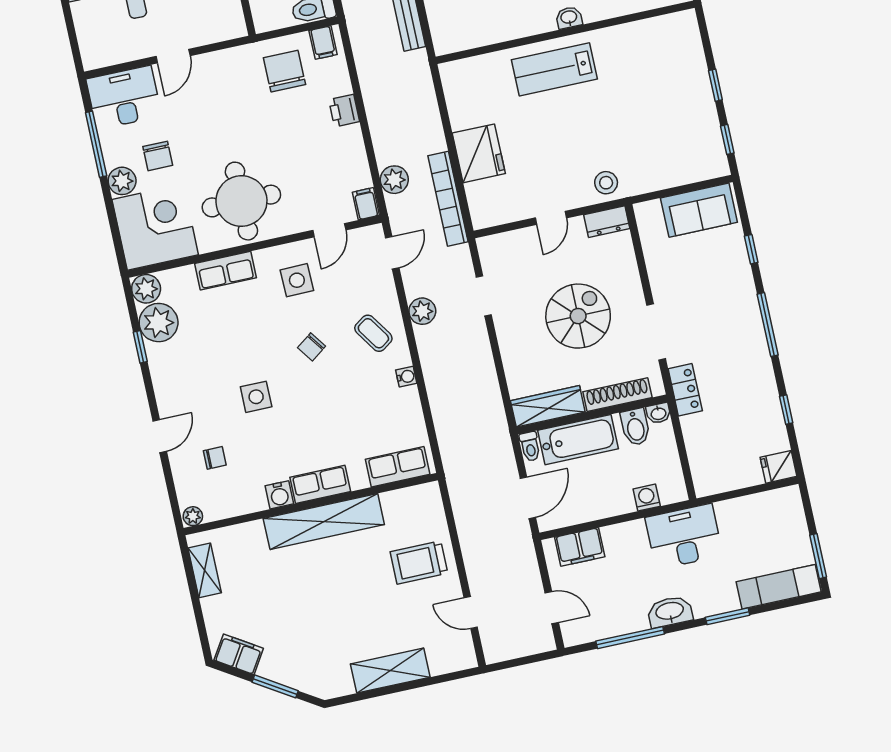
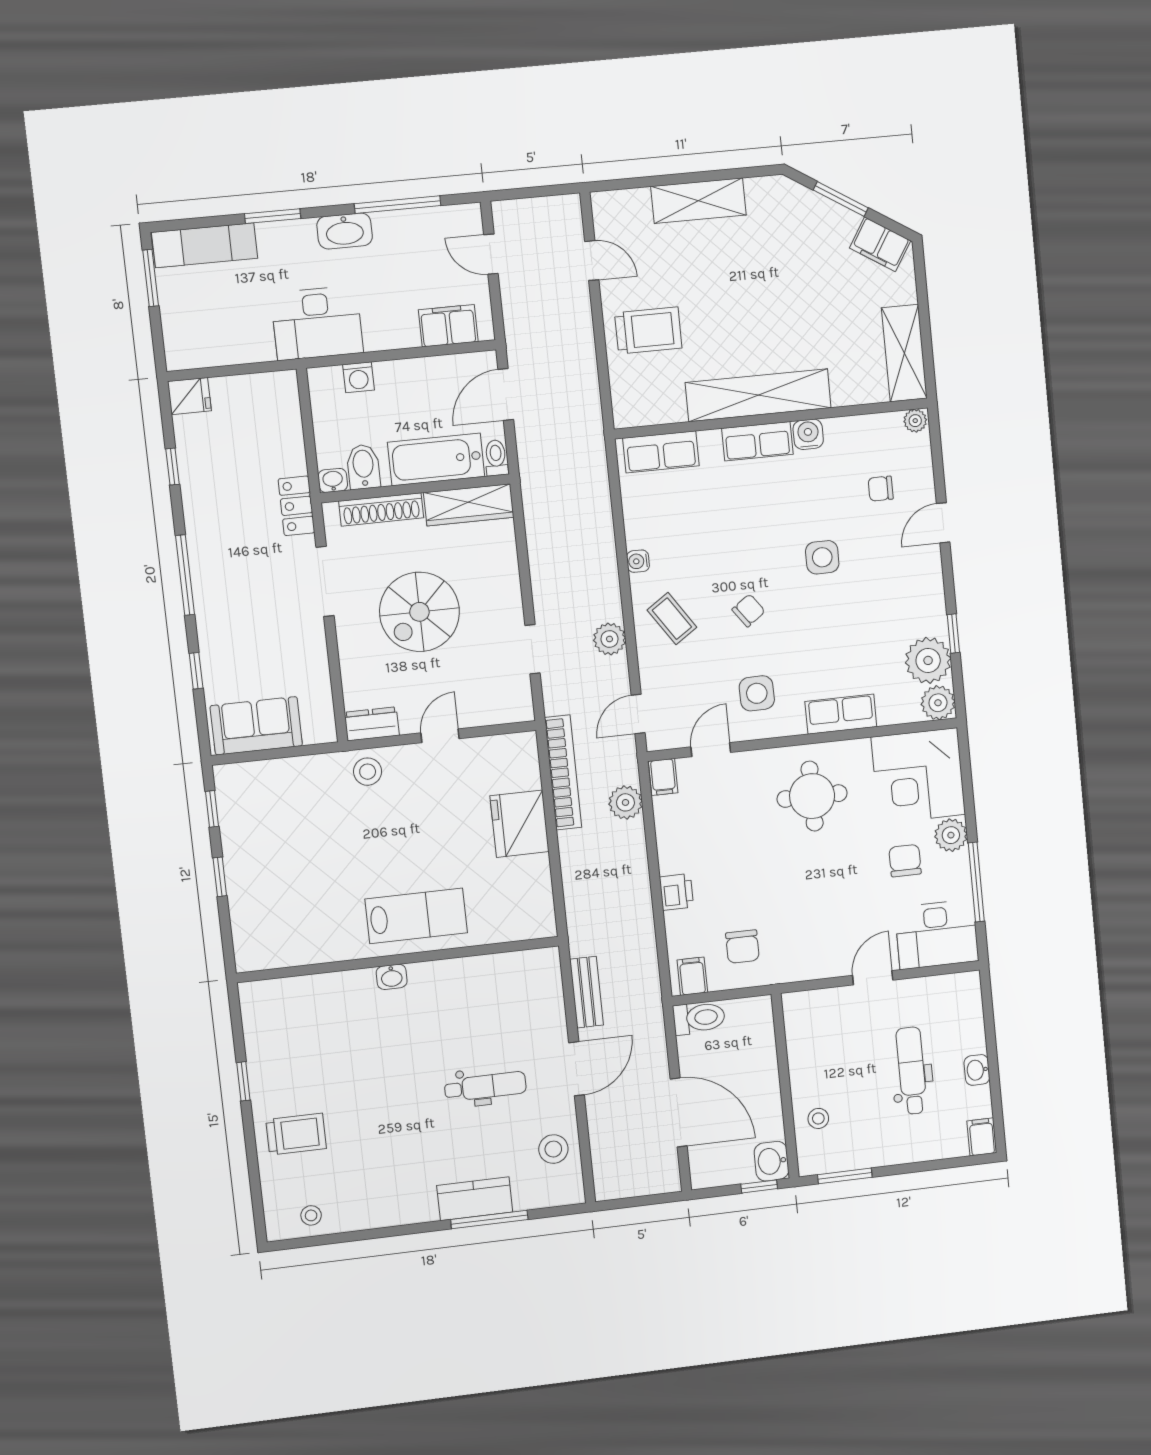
chair: (284, 71) -> (742, 947), width x0.73, depth x0.73
round table: (241, 201) -> (812, 796), width x0.73, depth x0.73
shelving: (205, 570) -> (904, 353), width x1.50, depth x1.33

